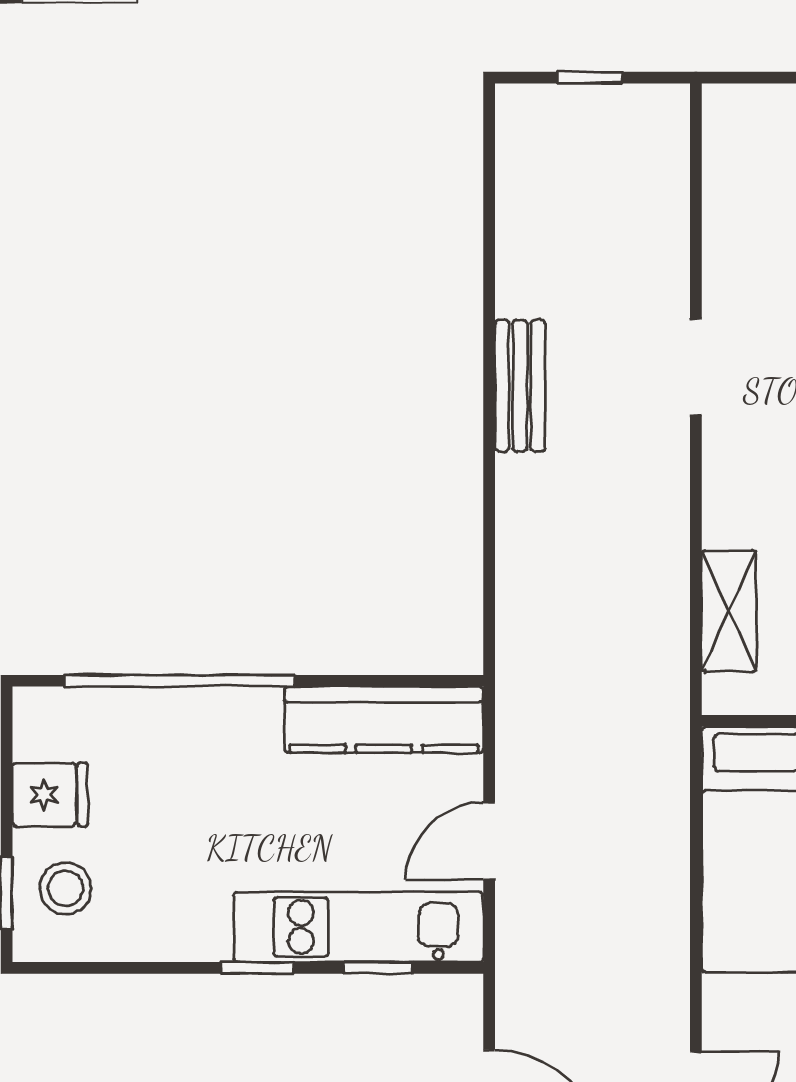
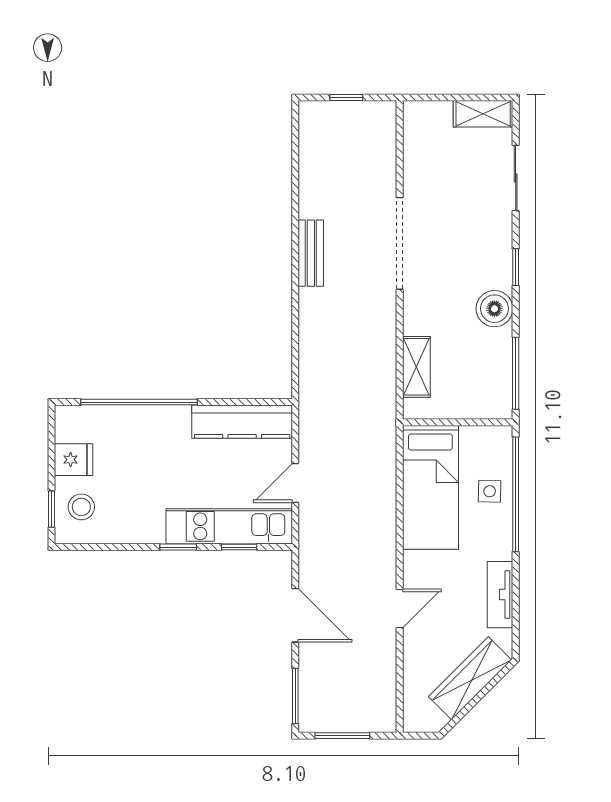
doorway: (696, 367) -> (400, 243), width x1.88

